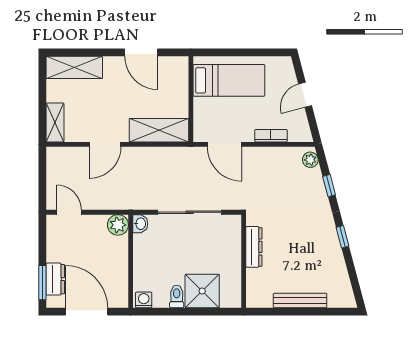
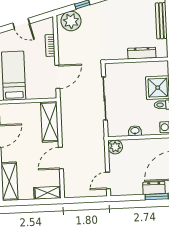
door: (105, 144) -> (61, 158), swing flipped
plant: (310, 160) -> (71, 21), width x1.87, depth x1.87
washbasin: (140, 224) -> (135, 131), moved
dresser: (254, 247) -> (142, 53), moved

